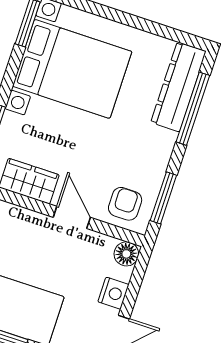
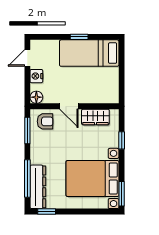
window: (177, 36) -> (47, 211), added
armchair: (125, 204) -> (45, 121), turned -90

